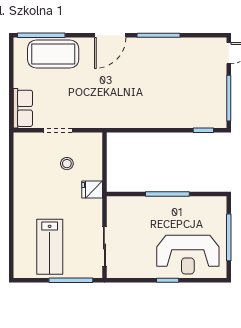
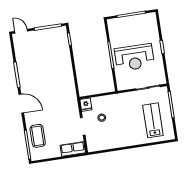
coffee table: (53, 54) -> (38, 136), width x0.73, depth x0.76
fridge: (92, 189) -> (86, 105), moved
lab bench: (50, 247) -> (153, 120), turned -90
reception desk: (188, 255) -> (134, 58), moved, turned 90

